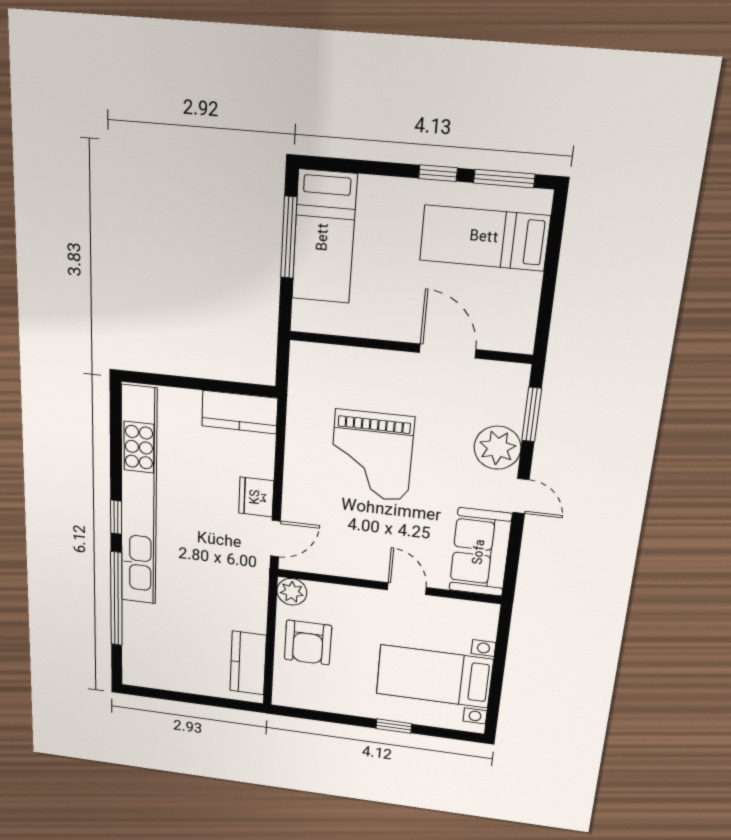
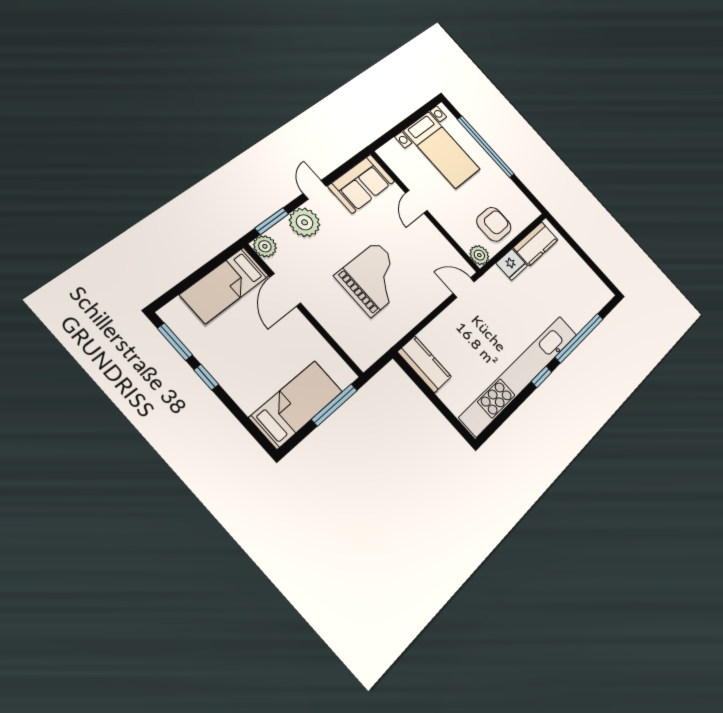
window: (289, 237) -> (335, 405), moved
bed: (484, 238) -> (225, 285), moved, turned 90
plant: (512, 379) -> (265, 246), added
fridge: (256, 497) -> (512, 264), moved
window: (394, 726) -> (486, 147), width x3.17

